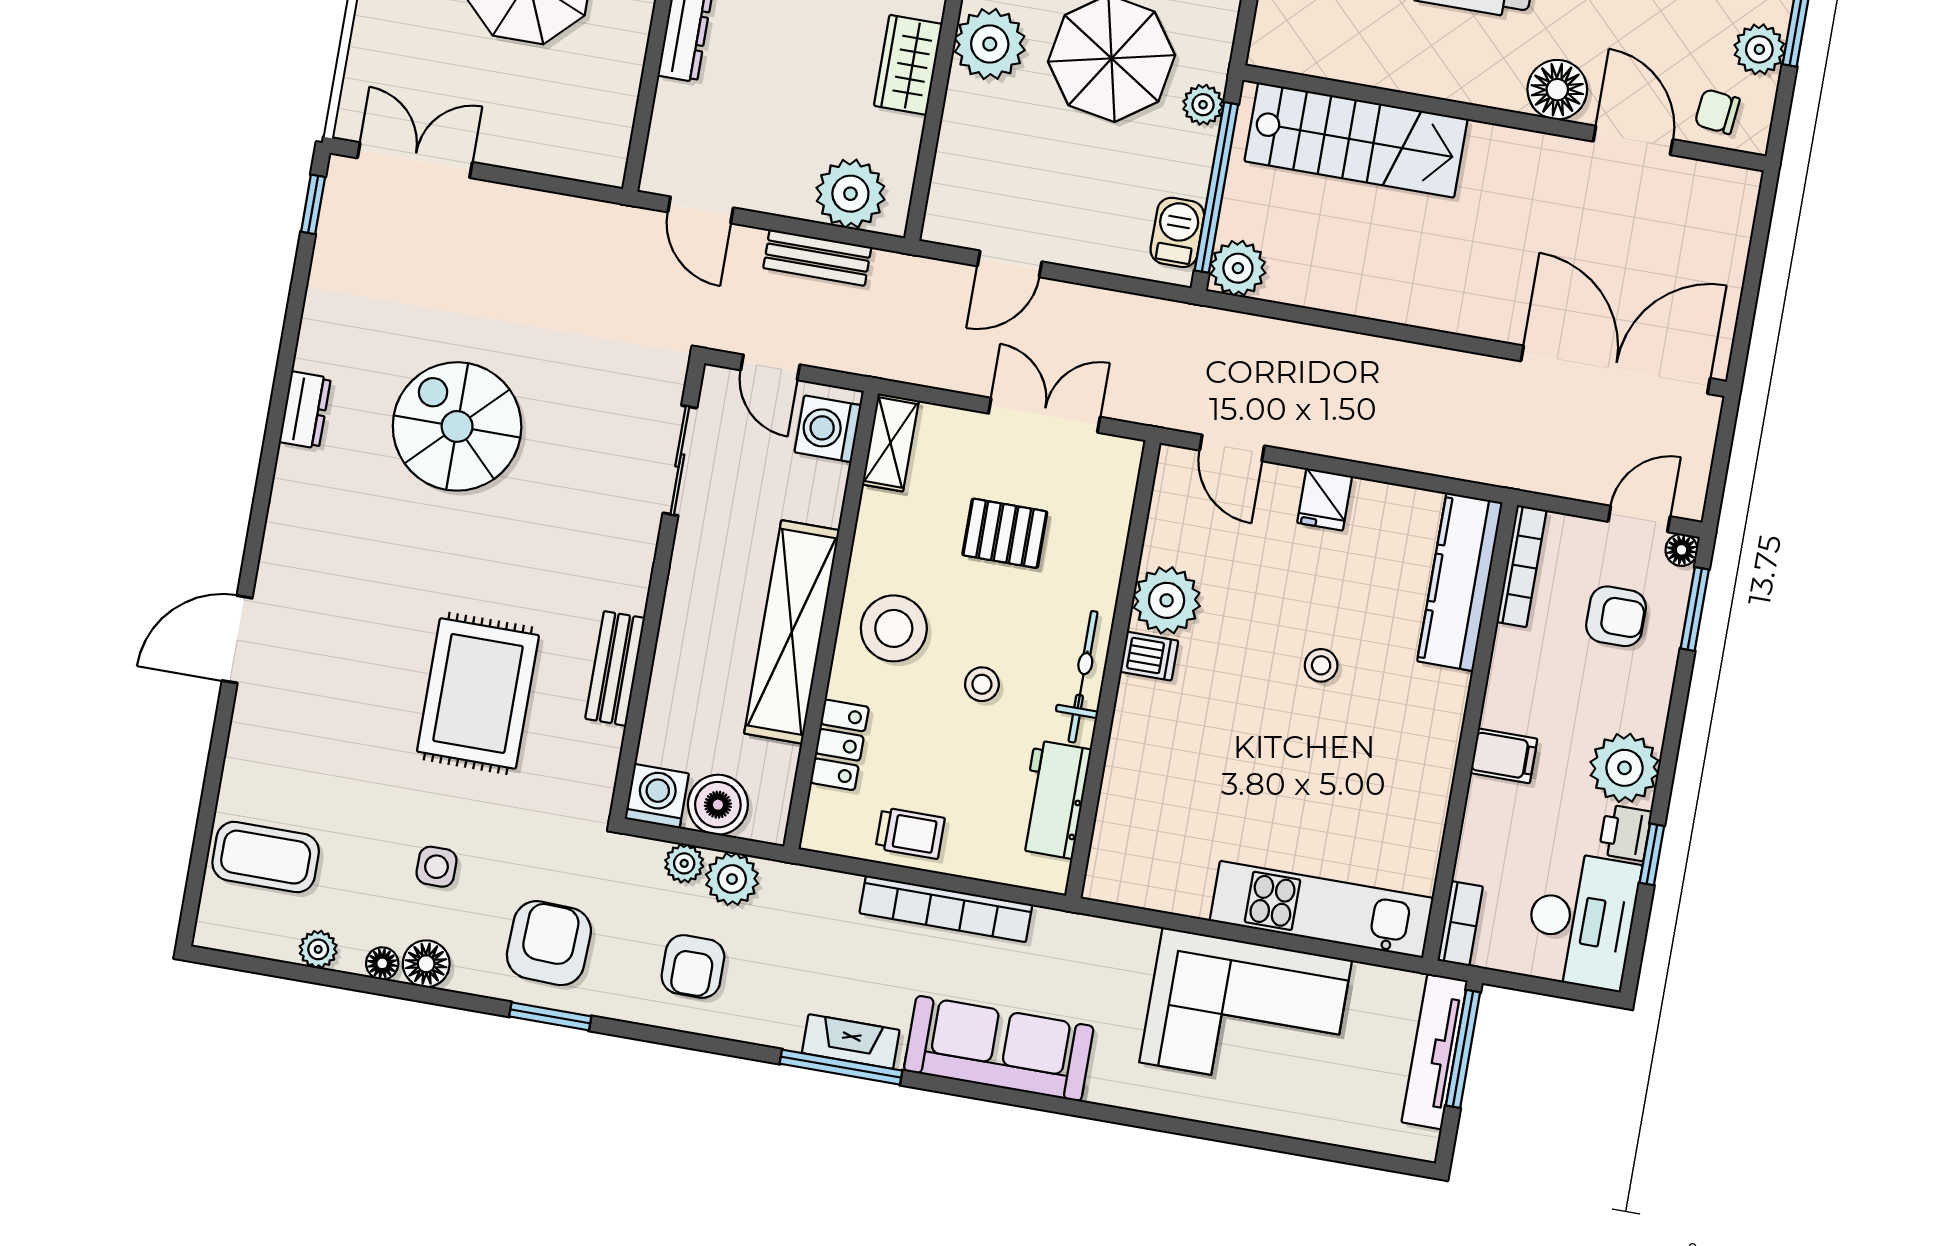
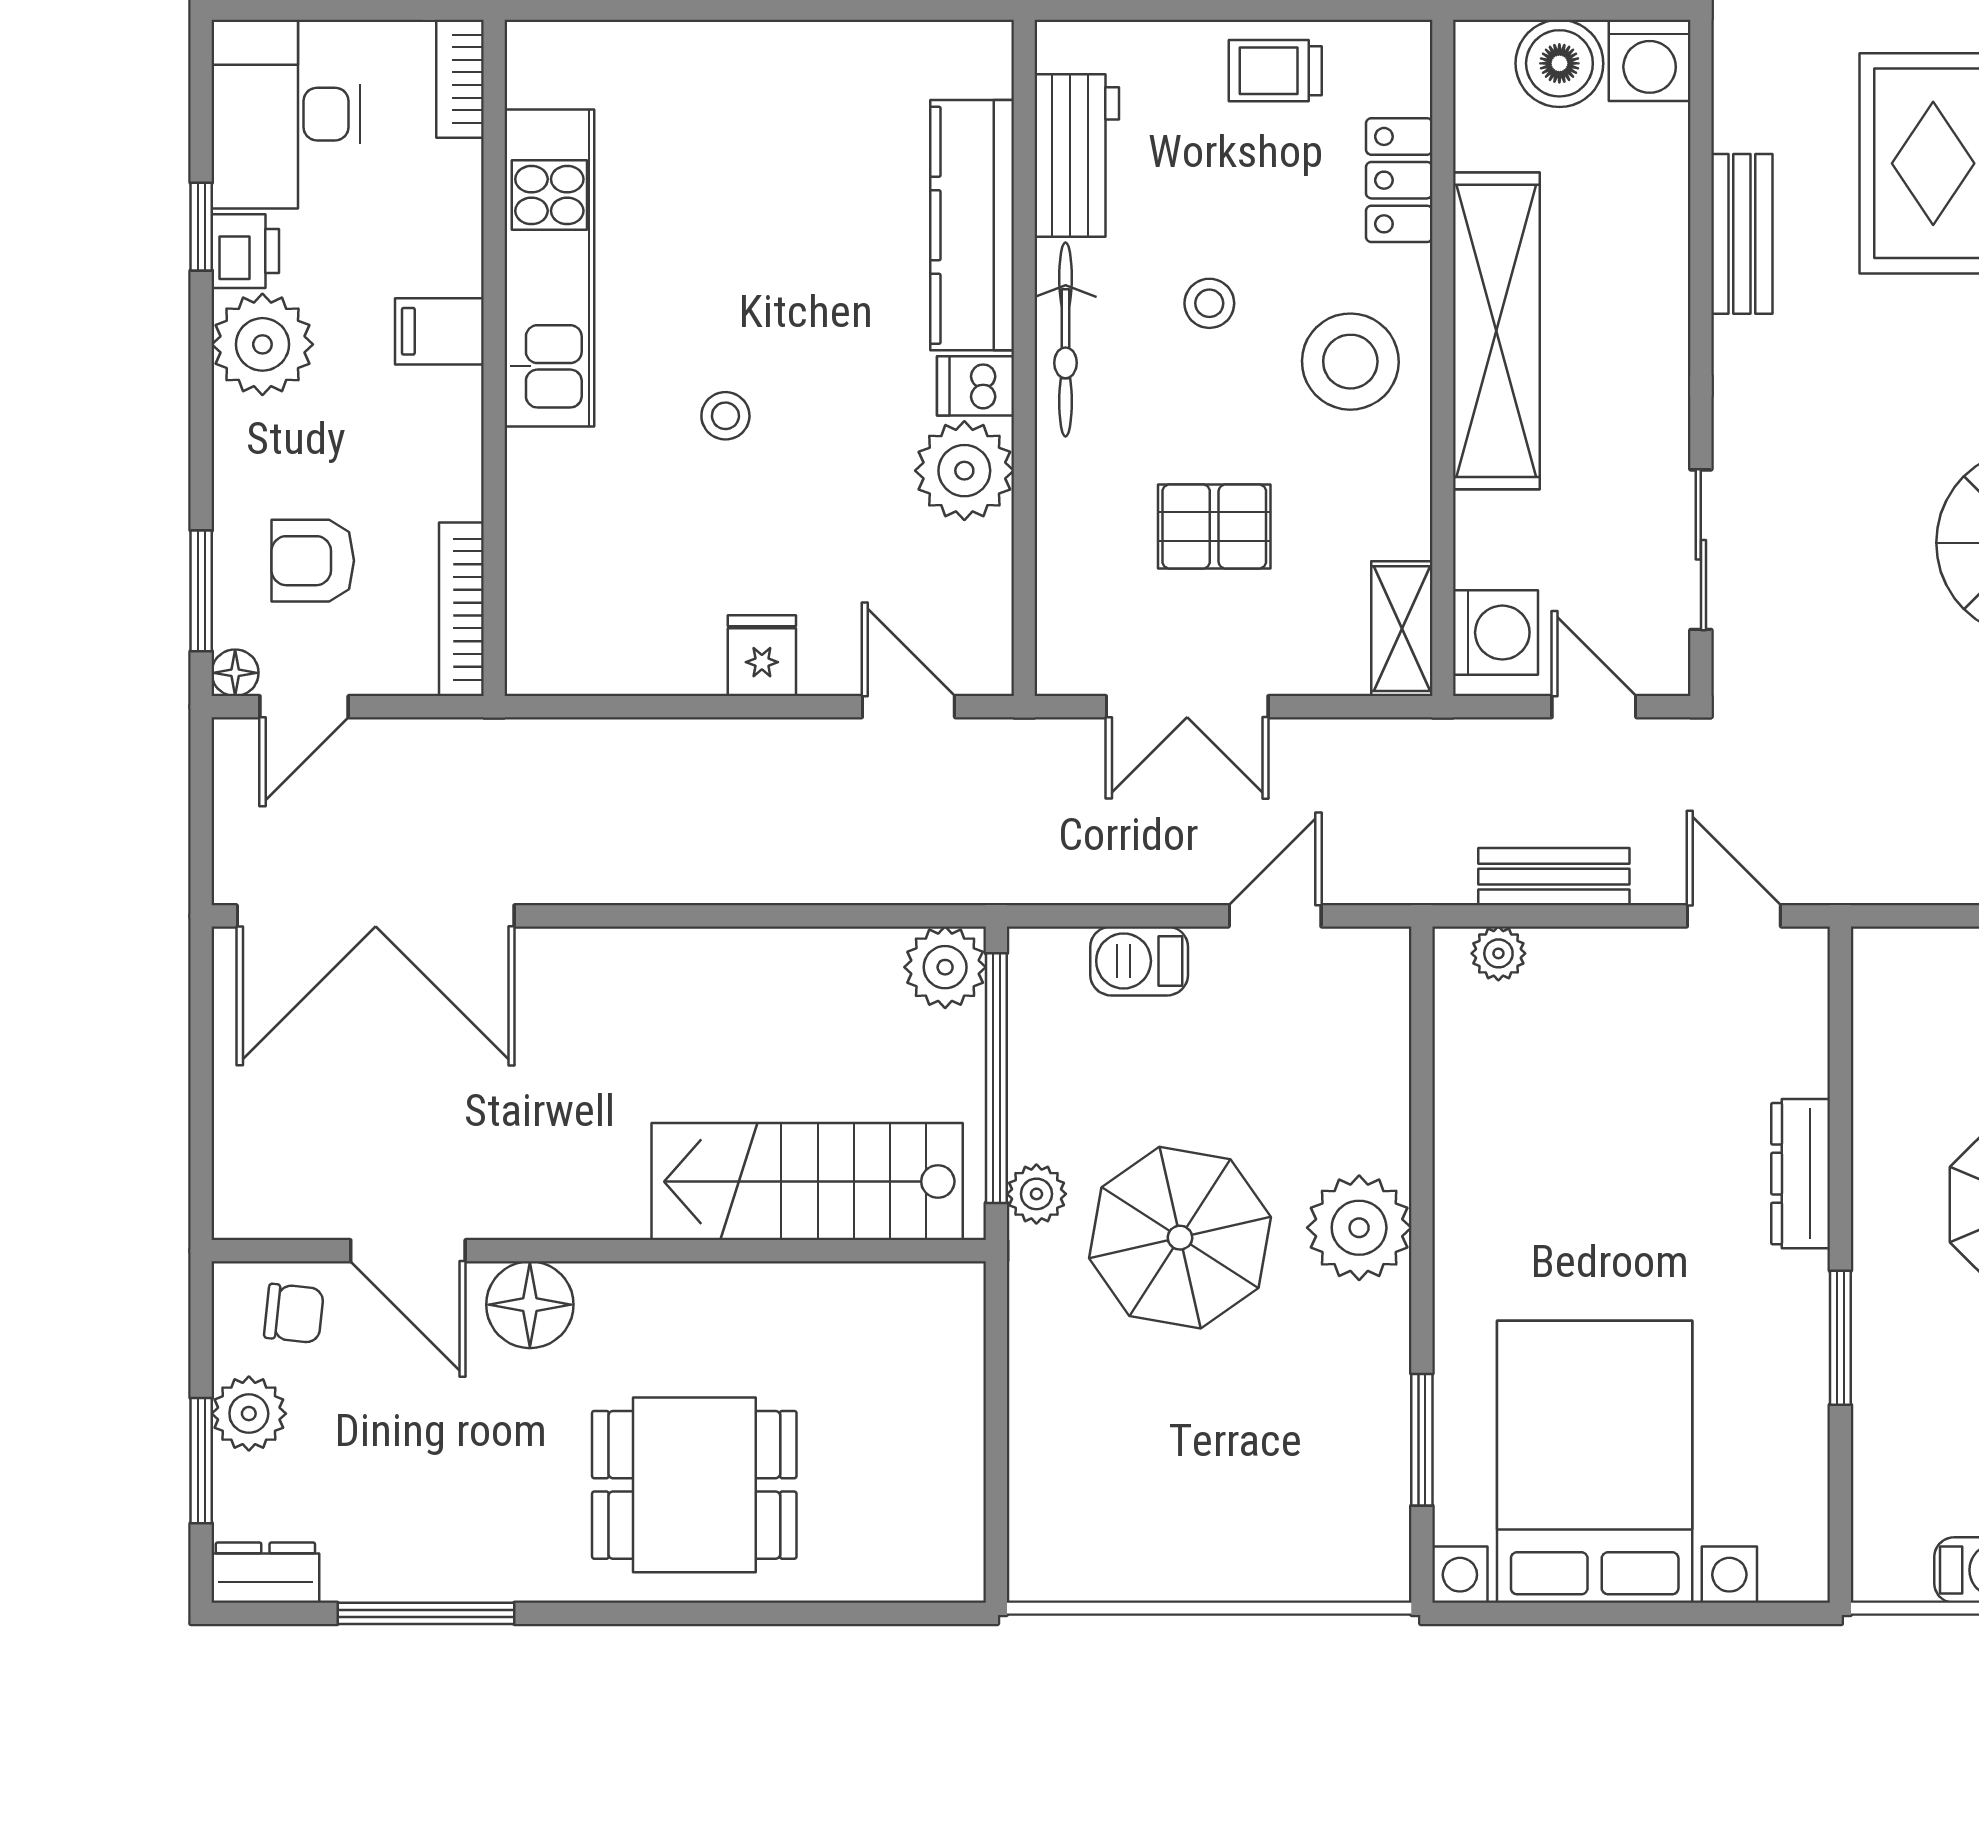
wardrobe: (908, 65) -> (1472, 1177), removed
plant: (850, 194) -> (1498, 953), width x0.53, depth x0.53
barbecue: (1177, 232) -> (1139, 961), moved, turned 90
kitchen counter: (1460, 582) -> (972, 225), moved, turned 180
kitchen unit: (1322, 909) -> (549, 268), moved, turned -90

